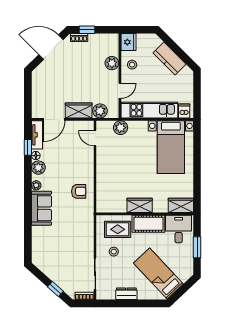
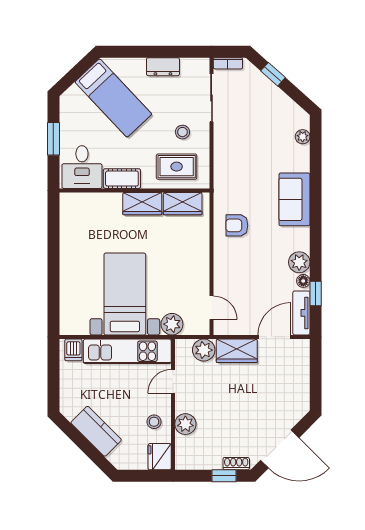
bed with nightstands: (171, 147) -> (125, 294), moved
plant: (36, 185) -> (303, 137), moved
wardrobe: (181, 205) -> (183, 204), moved
cot: (148, 224) -> (122, 179), width x0.73, depth x0.75

